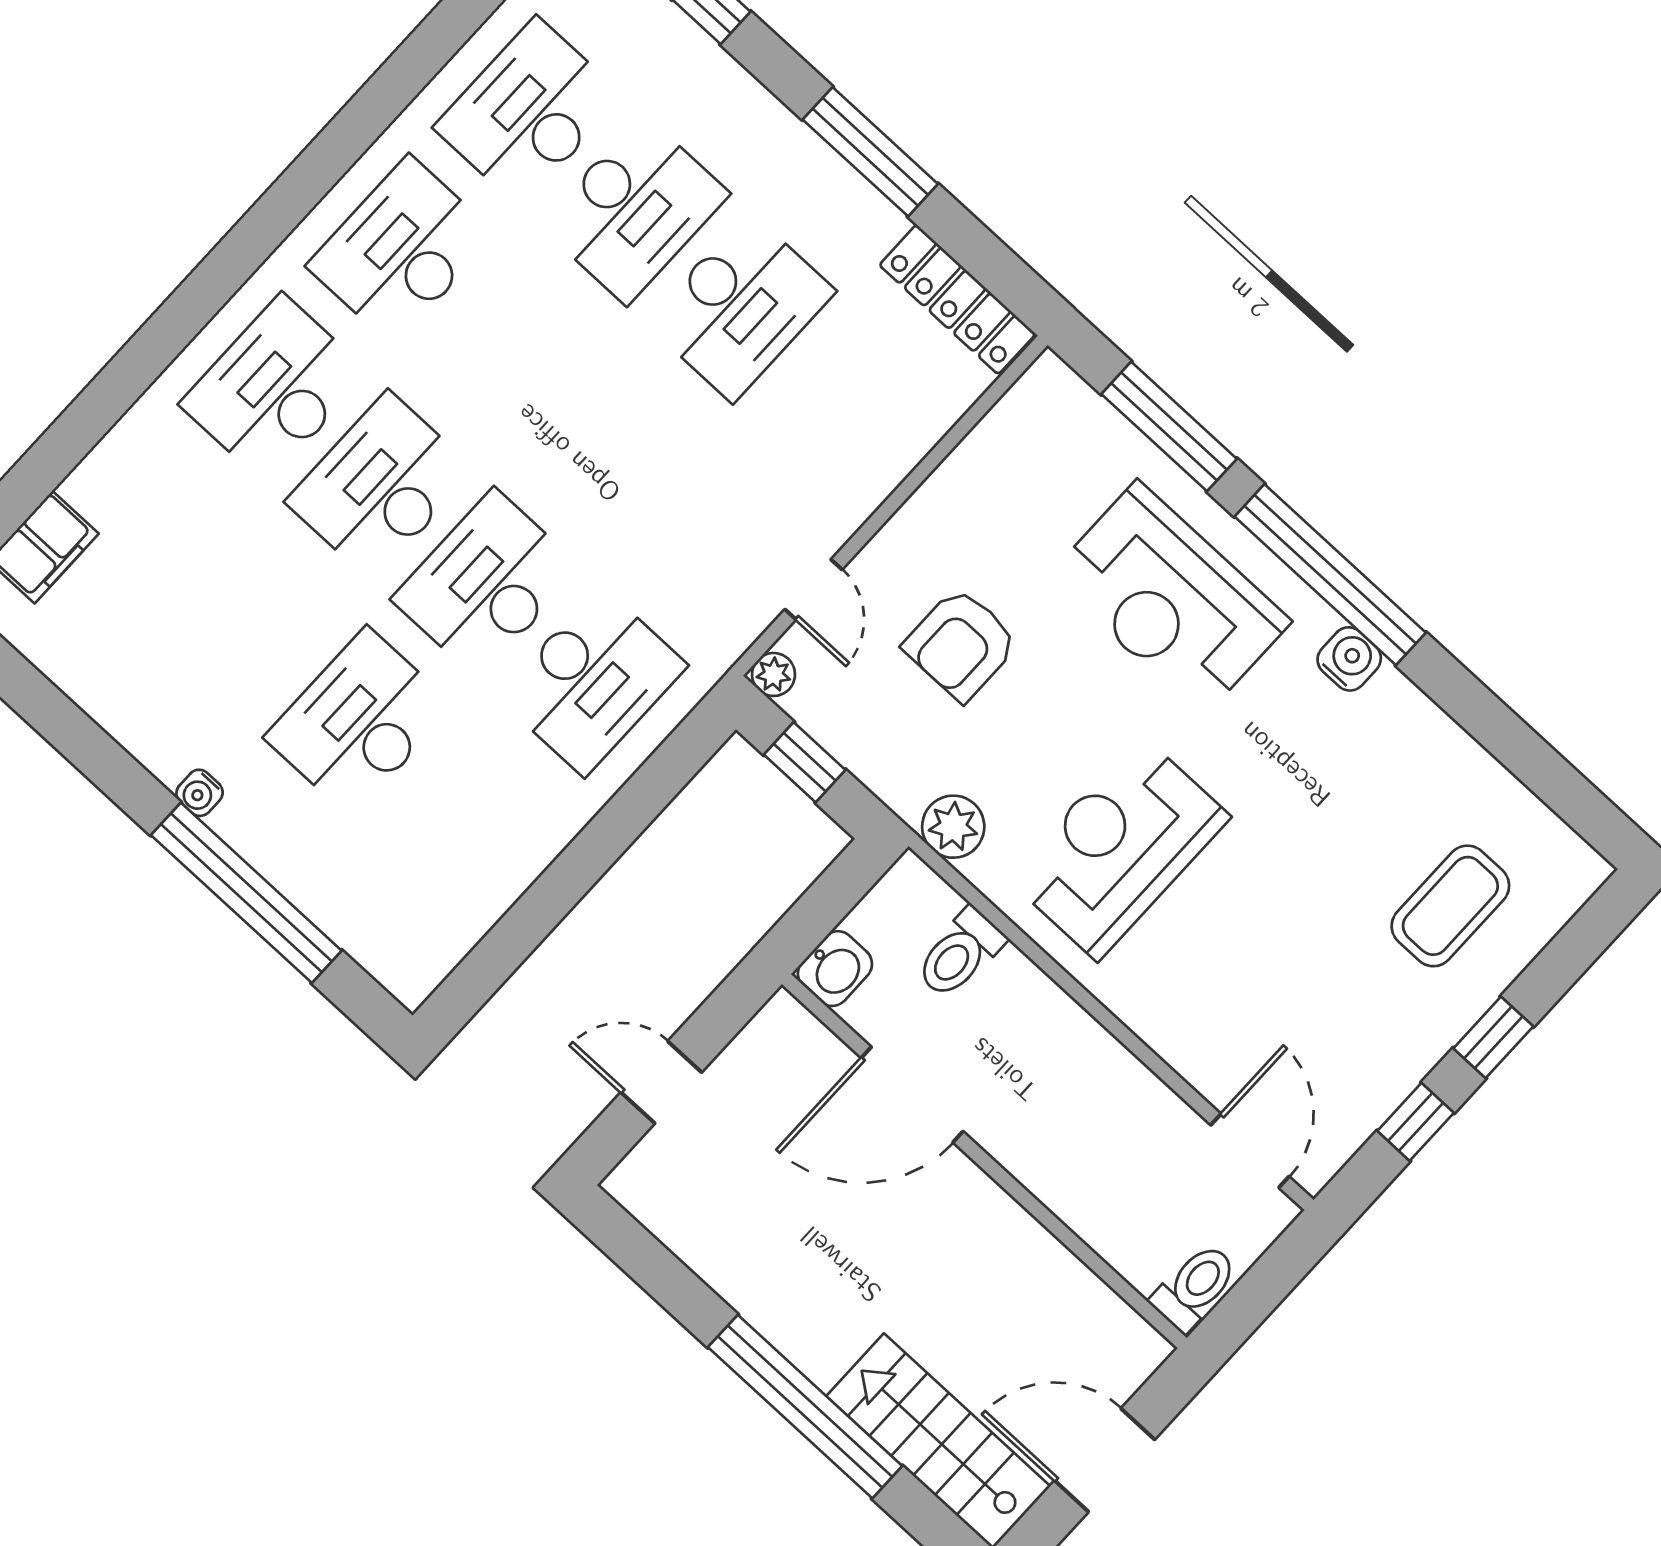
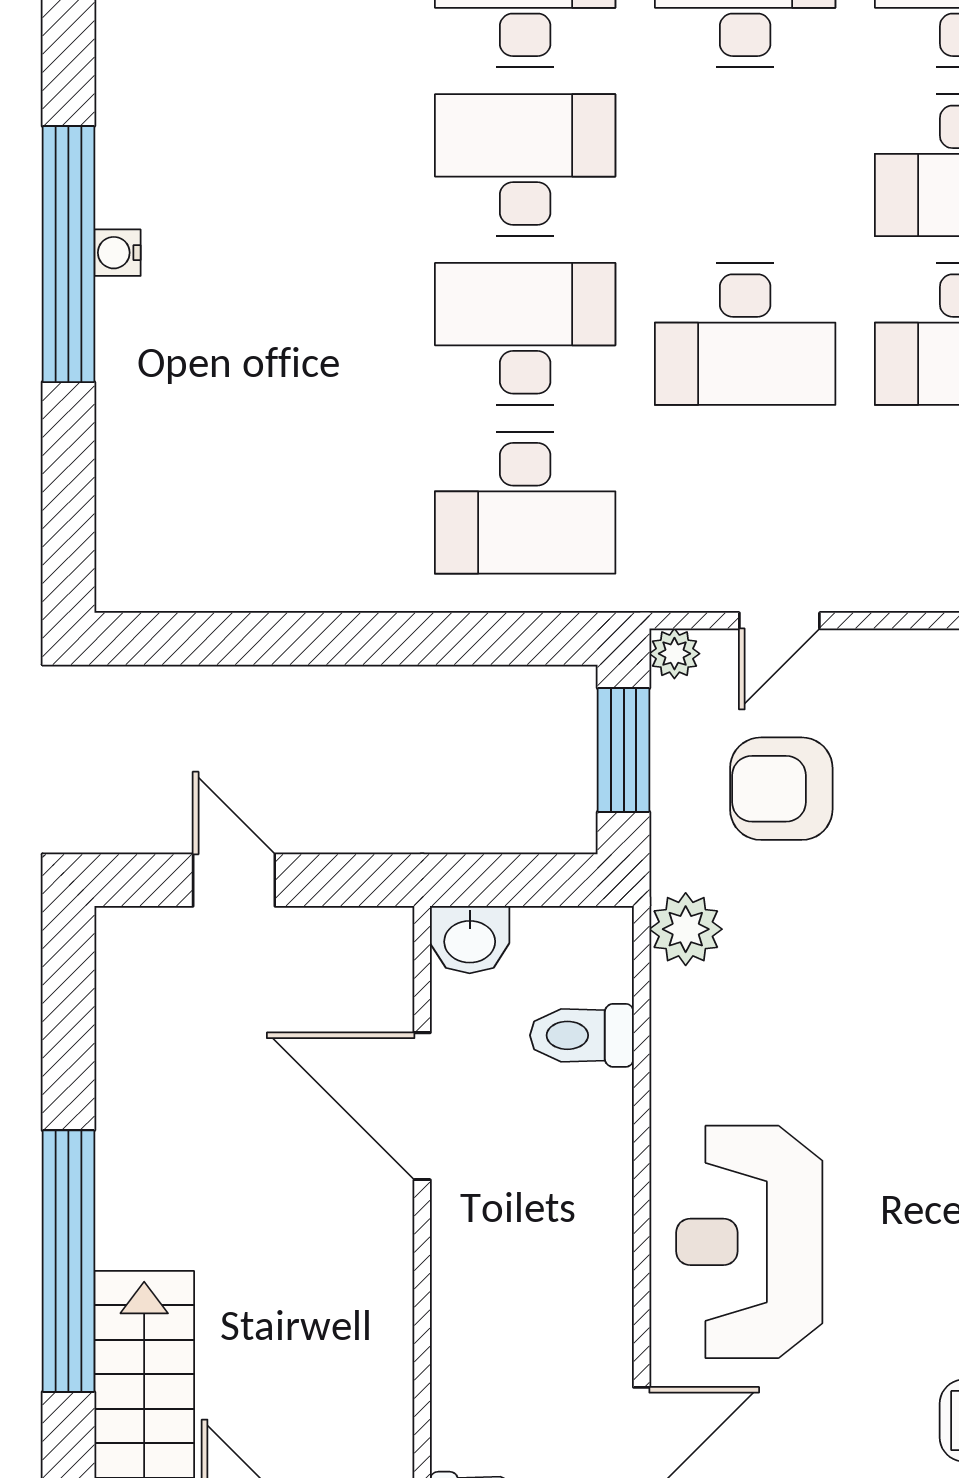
armchair: (961, 644) -> (781, 789), moved
desk: (359, 722) -> (745, 334), moved, turned 180
window: (805, 762) -> (624, 750), width x1.50
reception desk: (1119, 848) -> (749, 1242), moved, turned -90
window: (246, 893) -> (68, 254), moved

